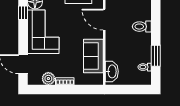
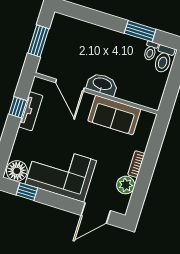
door: (104, 20) -> (70, 85), hinge flipped
toilet: (142, 27) -> (164, 59), moved
washbasin: (112, 71) -> (102, 84), moved

